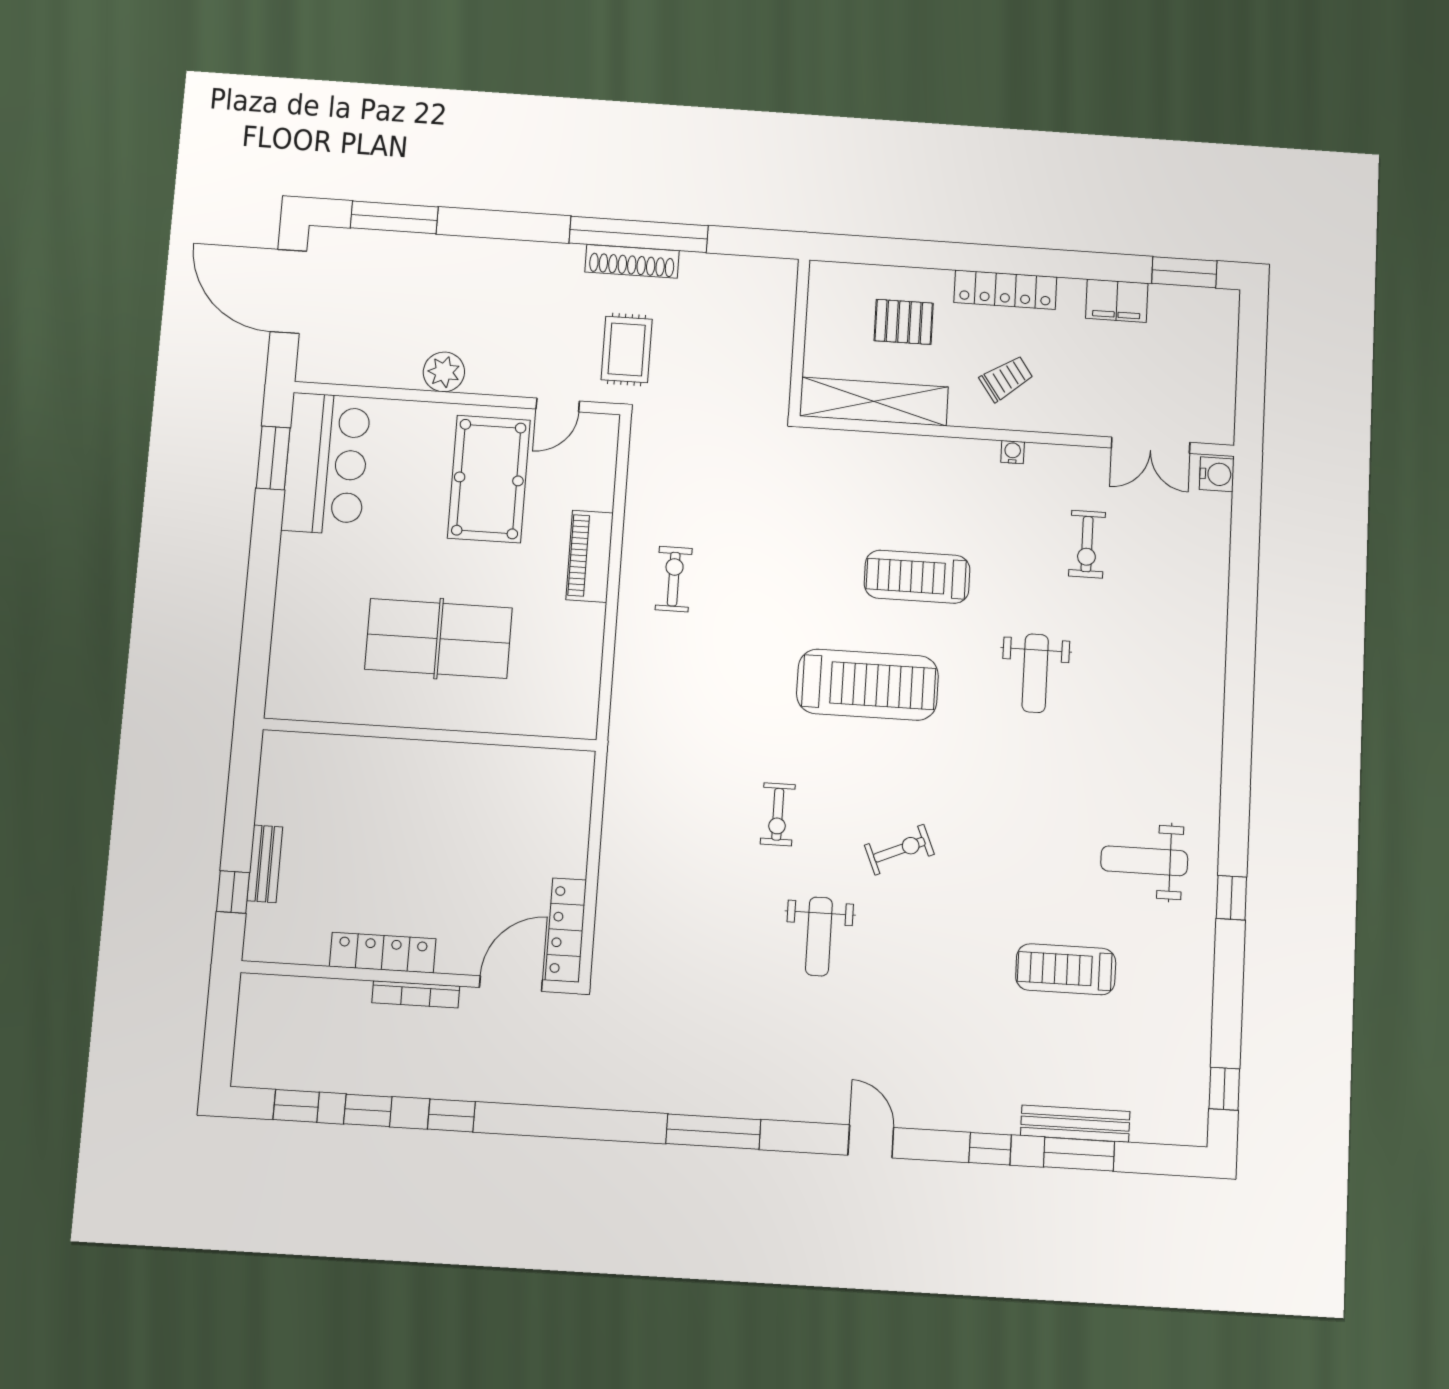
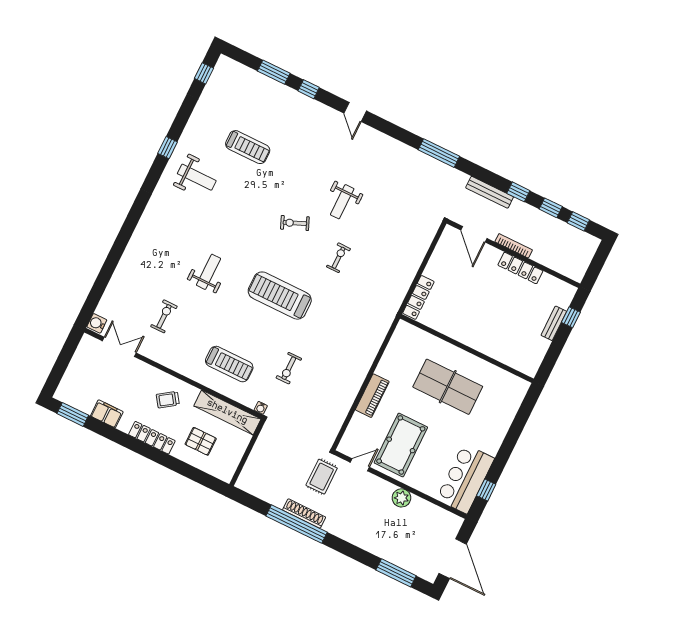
water cooler: (1013, 452) -> (261, 408), moved
window: (273, 458) -> (486, 490), width x0.67
treadmill: (917, 577) -> (229, 364), moved
exercise bike: (674, 579) -> (289, 368), moved
locker: (566, 930) -> (418, 297), moved
weight bench: (819, 936) -> (342, 202), turned 180
door: (511, 984) -> (474, 234), hinge flipped
bench: (1075, 1124) -> (490, 192), moved
window: (713, 1132) -> (439, 153), moved

